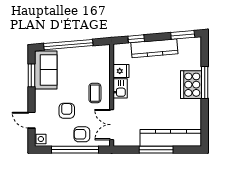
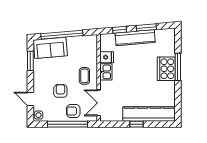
window: (183, 35) -> (146, 27), moved
sofa: (46, 70) -> (50, 48), moved, turned 85
window: (156, 150) -> (137, 124), width x0.46

